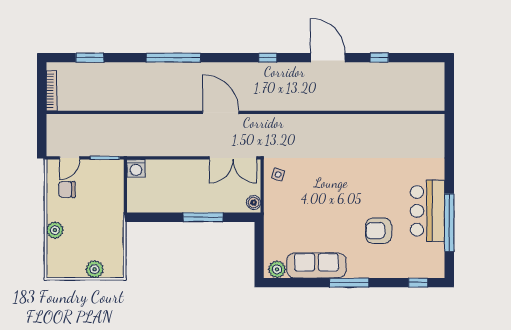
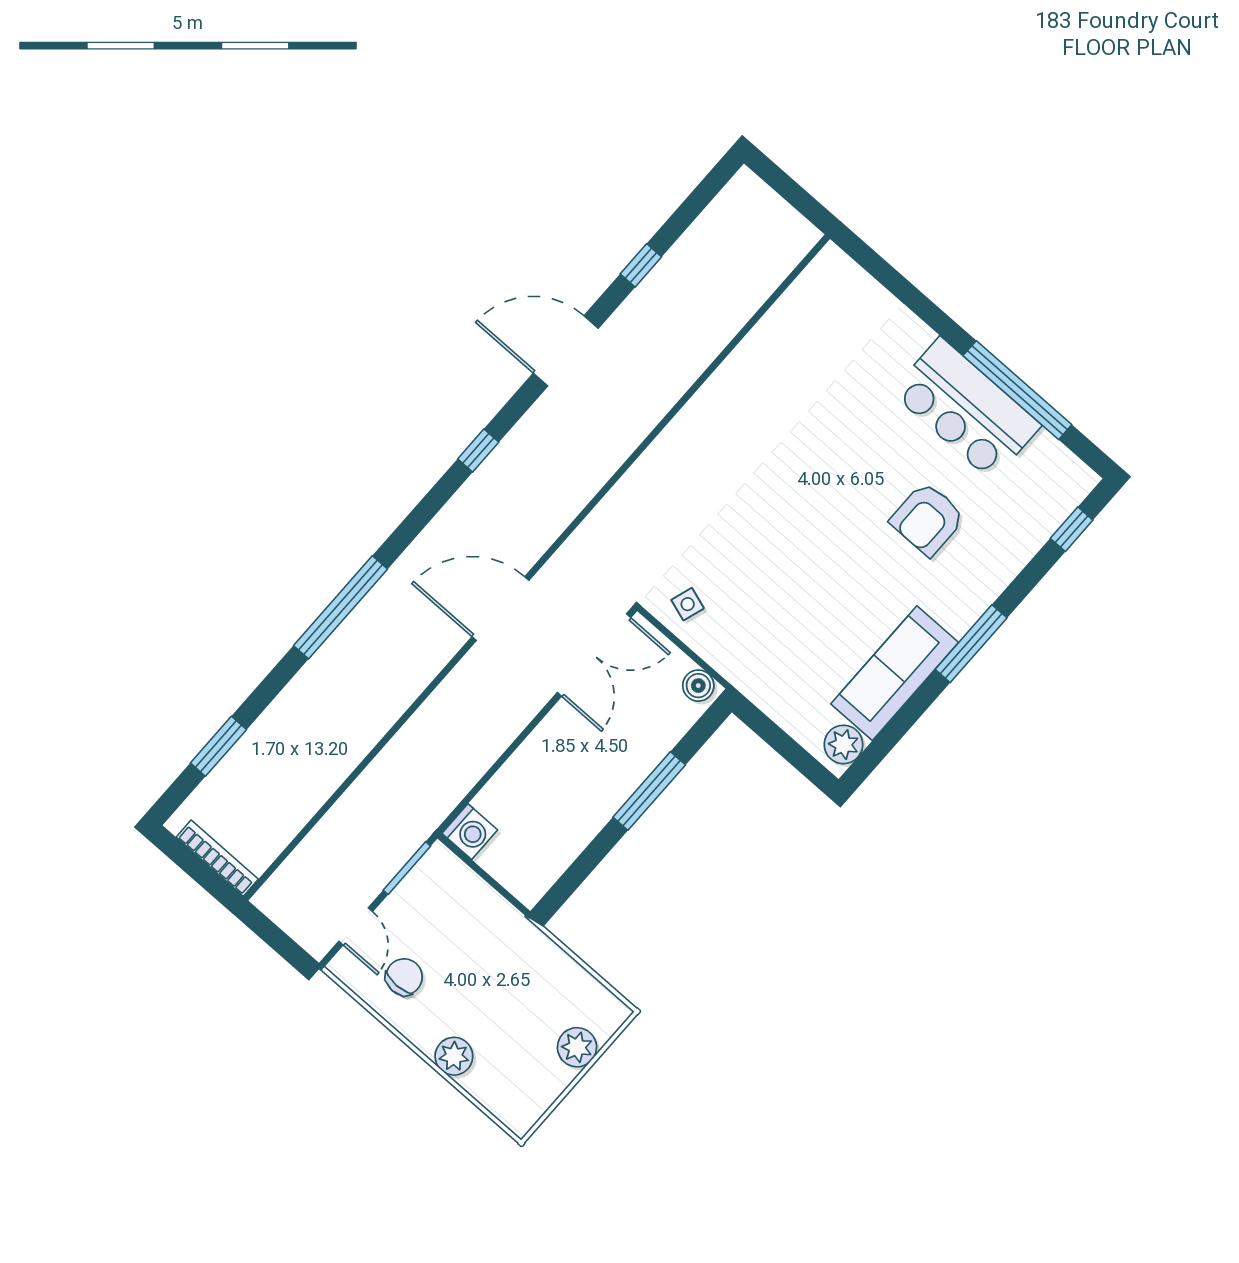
chair: (67, 189) -> (404, 977), turned 180

